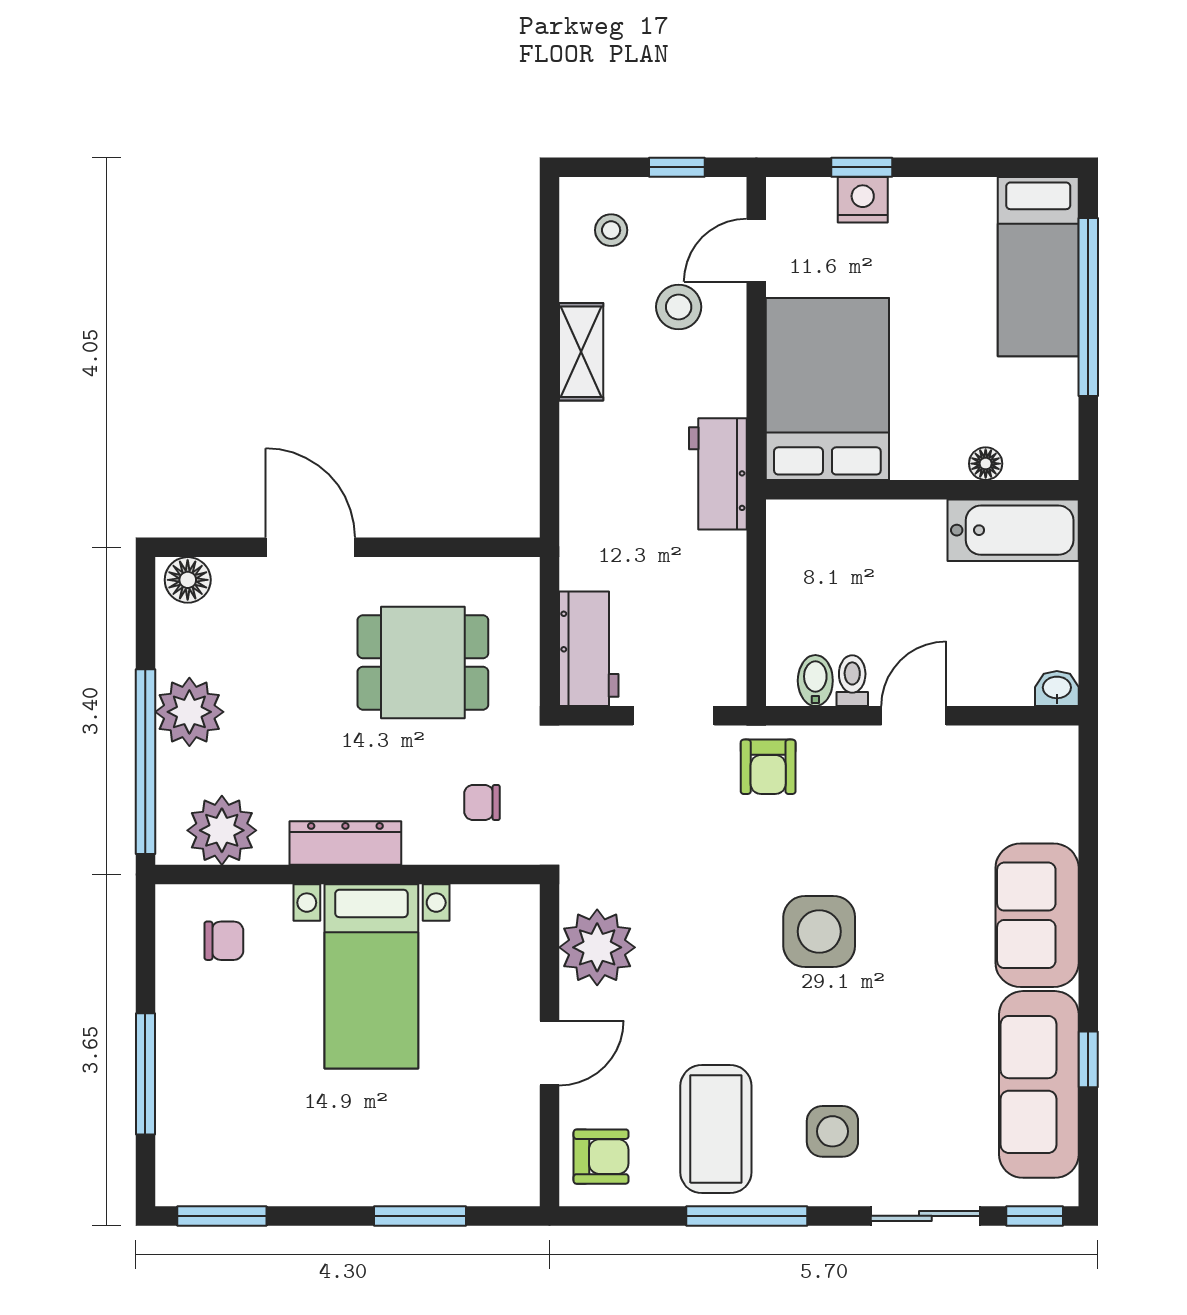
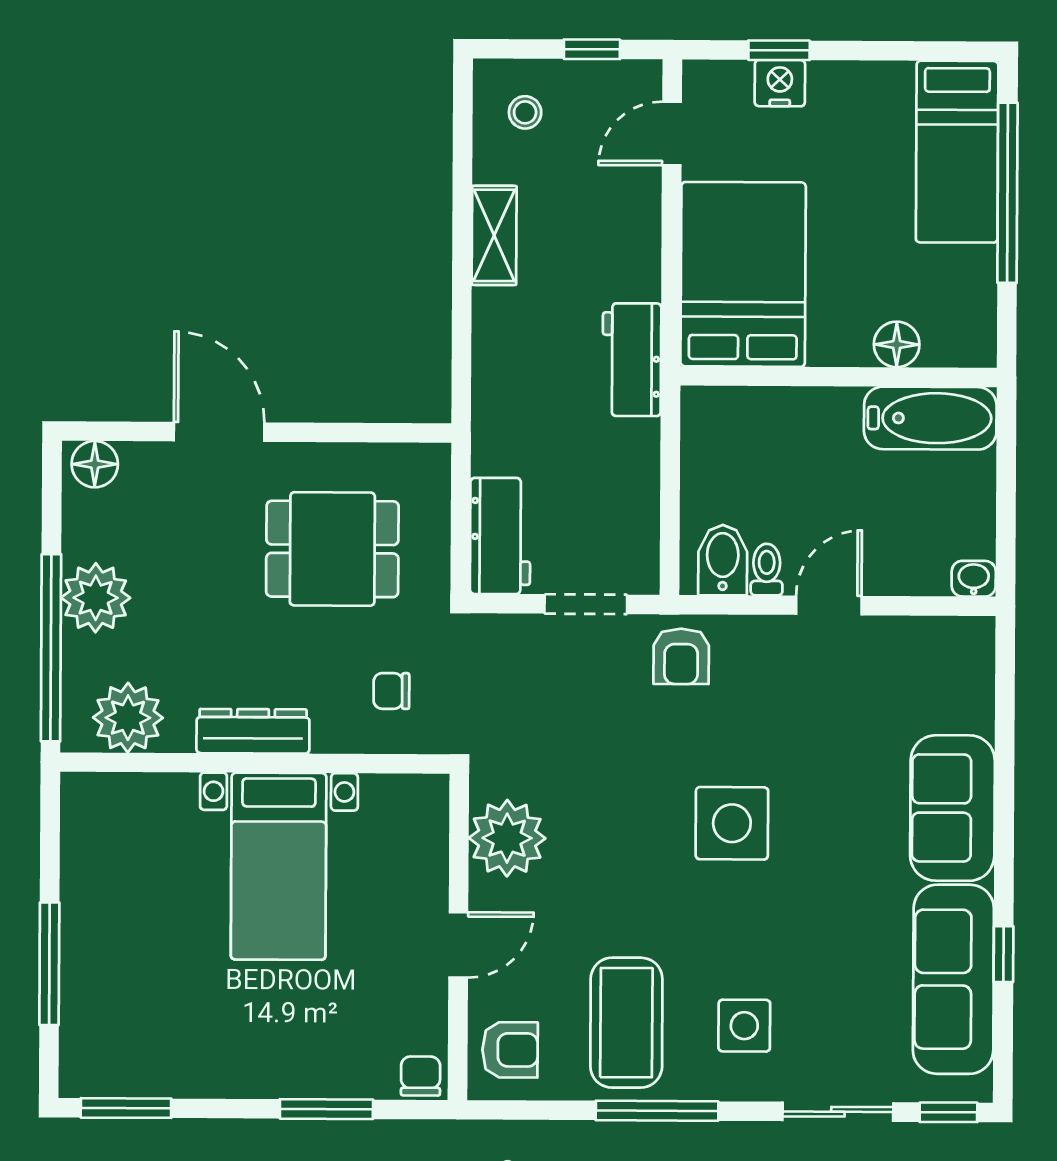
stool: (679, 307) -> (593, 191), removed
floor lamp: (986, 464) -> (897, 344), width x1.37, depth x1.37
bidet: (815, 681) -> (723, 560), width x1.38, depth x1.36
chair: (224, 941) -> (421, 1076), moved, turned -90

